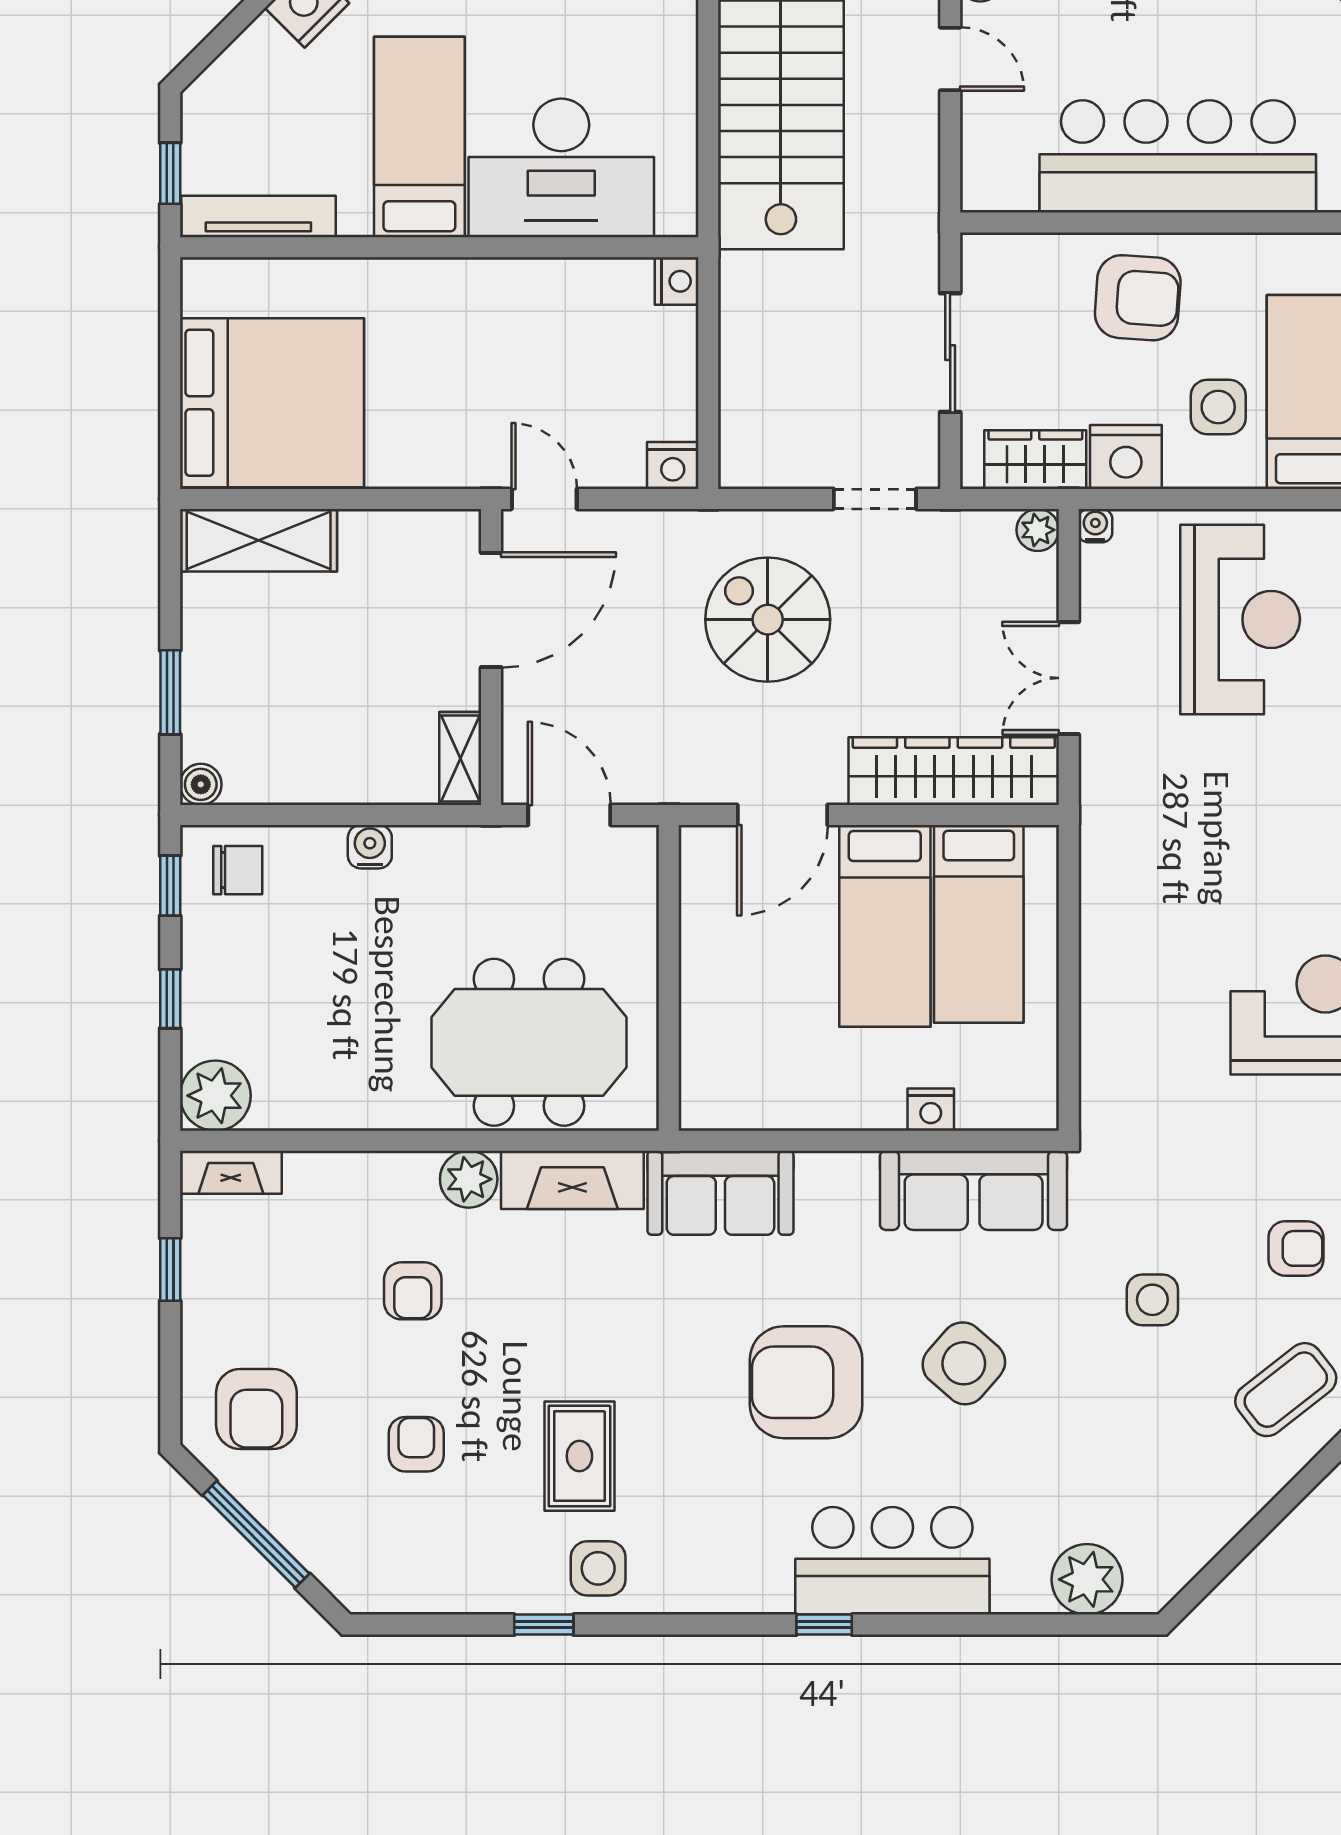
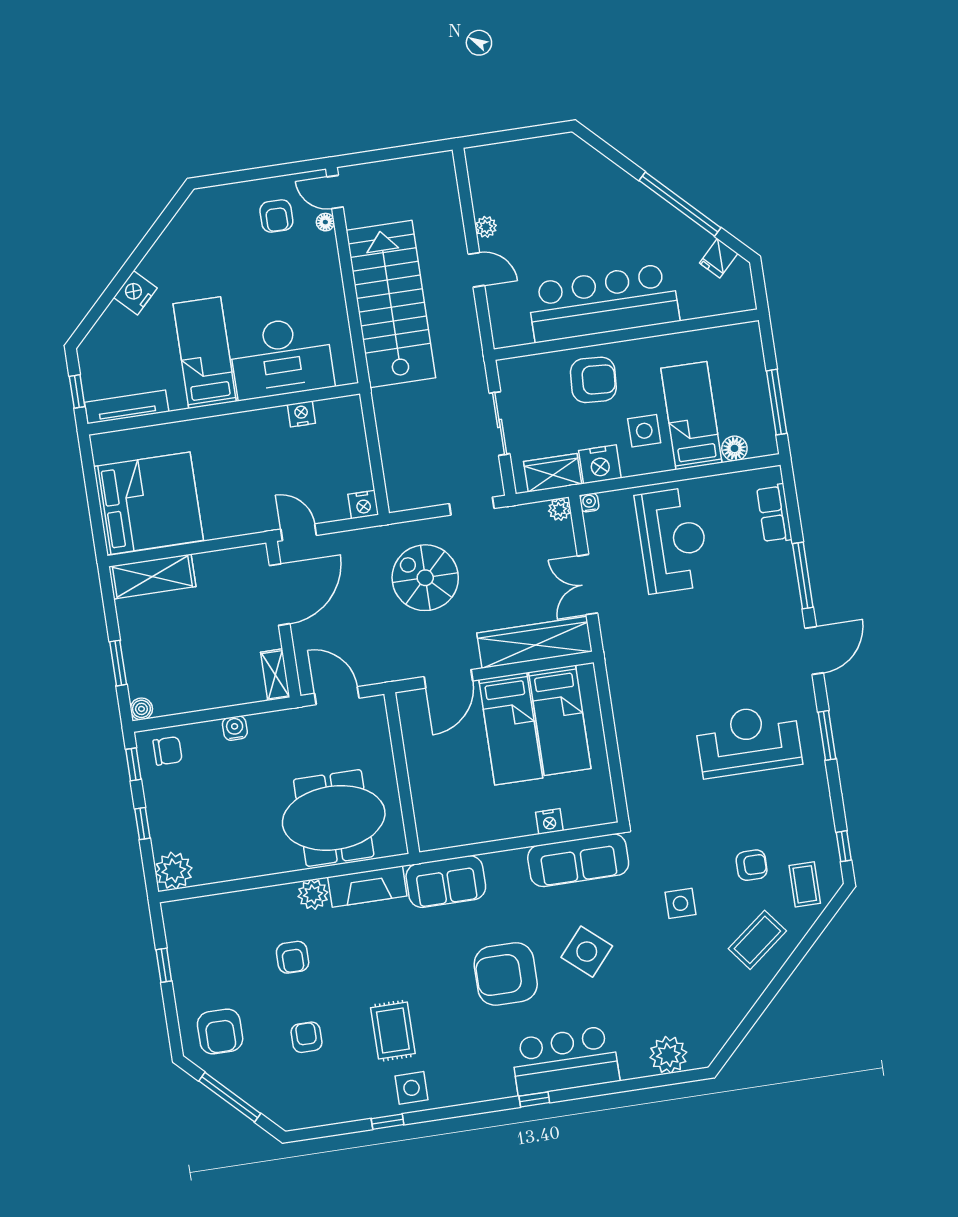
nightstand: (677, 281) -> (301, 414), moved, turned -90
fireplace: (231, 1172) -> (188, 910), removed

